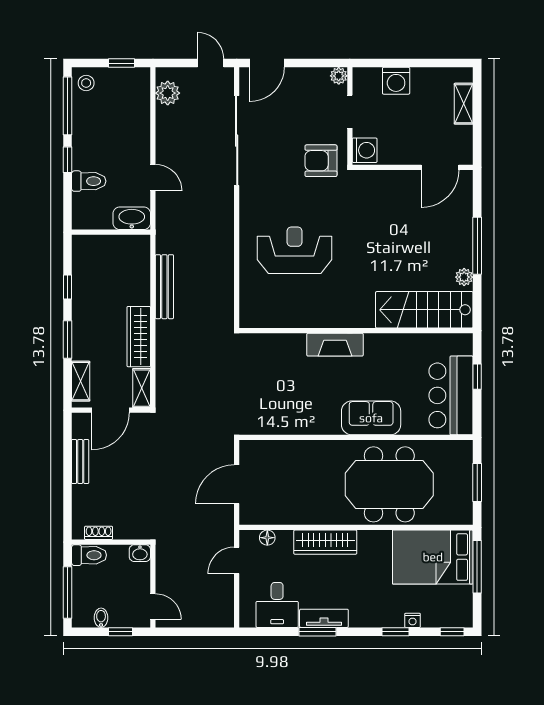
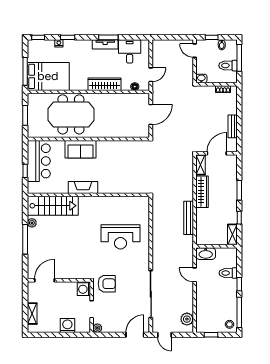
fireplace: (335, 345) -> (83, 187), moved
shelving: (81, 381) -> (232, 235), moved
toilet: (89, 555) -> (228, 66), moved

